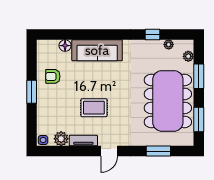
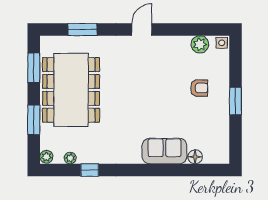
sofa: (97, 50) -> (164, 151), width x0.73
plant: (188, 56) -> (46, 157), moved
armchair: (53, 76) -> (199, 88), moved
rug: (94, 108) -> (160, 82), removed
tv unit: (83, 141) -> (173, 42), removed

